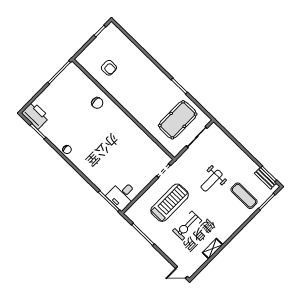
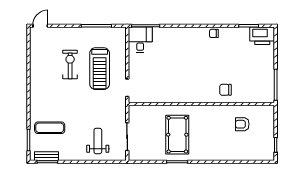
pool table: (178, 120) -> (177, 135), moved
weight bench: (212, 181) -> (98, 141), moved
shelving: (213, 249) -> (34, 66), removed

